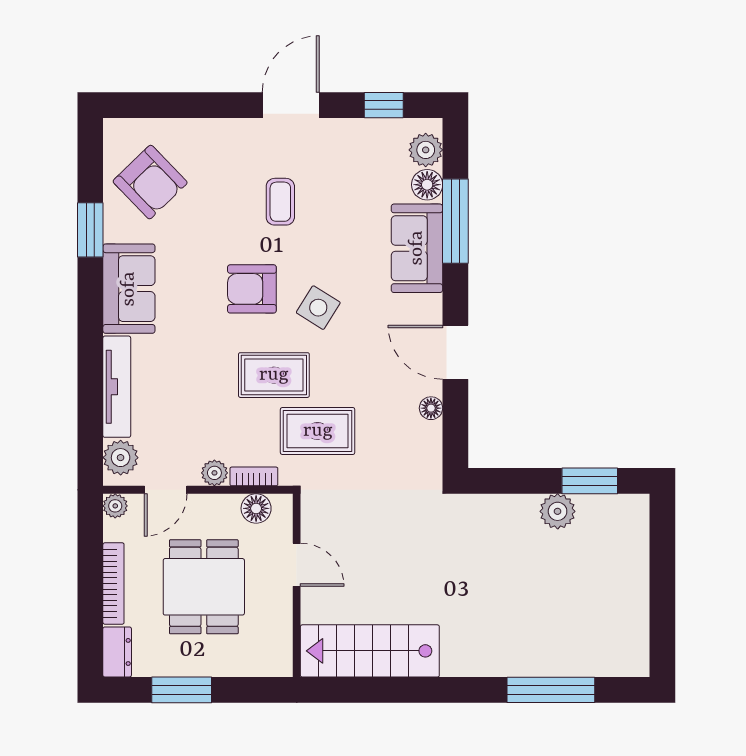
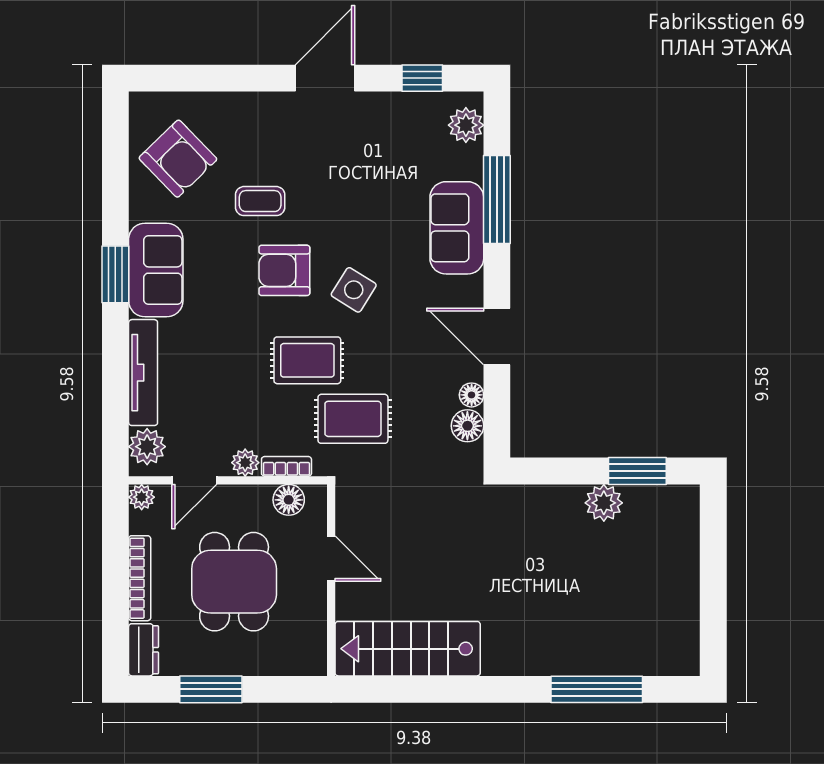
floor lamp: (427, 185) -> (467, 426), moved
coffee table: (280, 202) -> (260, 201), moved, turned 90
window: (90, 230) -> (115, 274), moved

